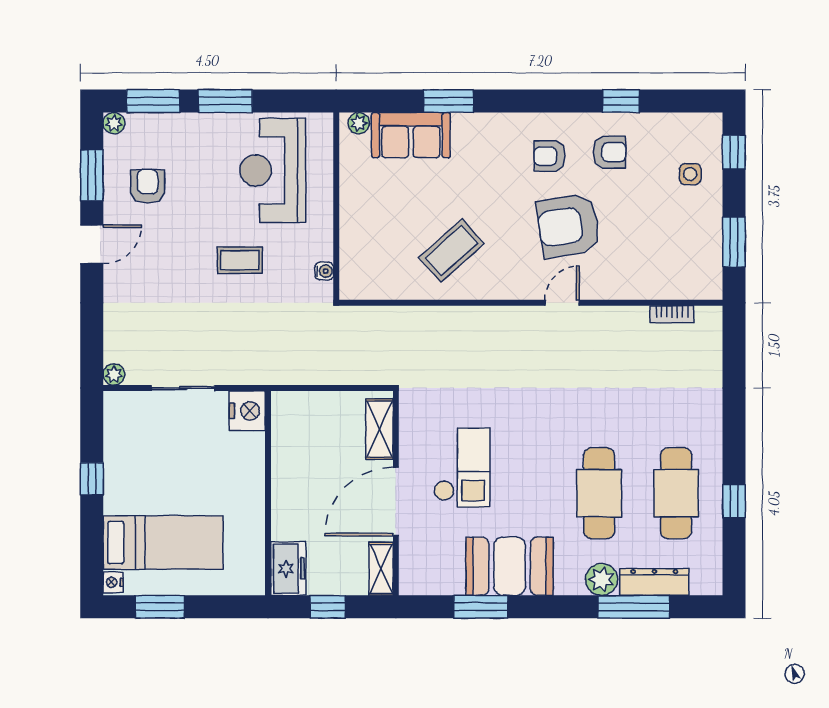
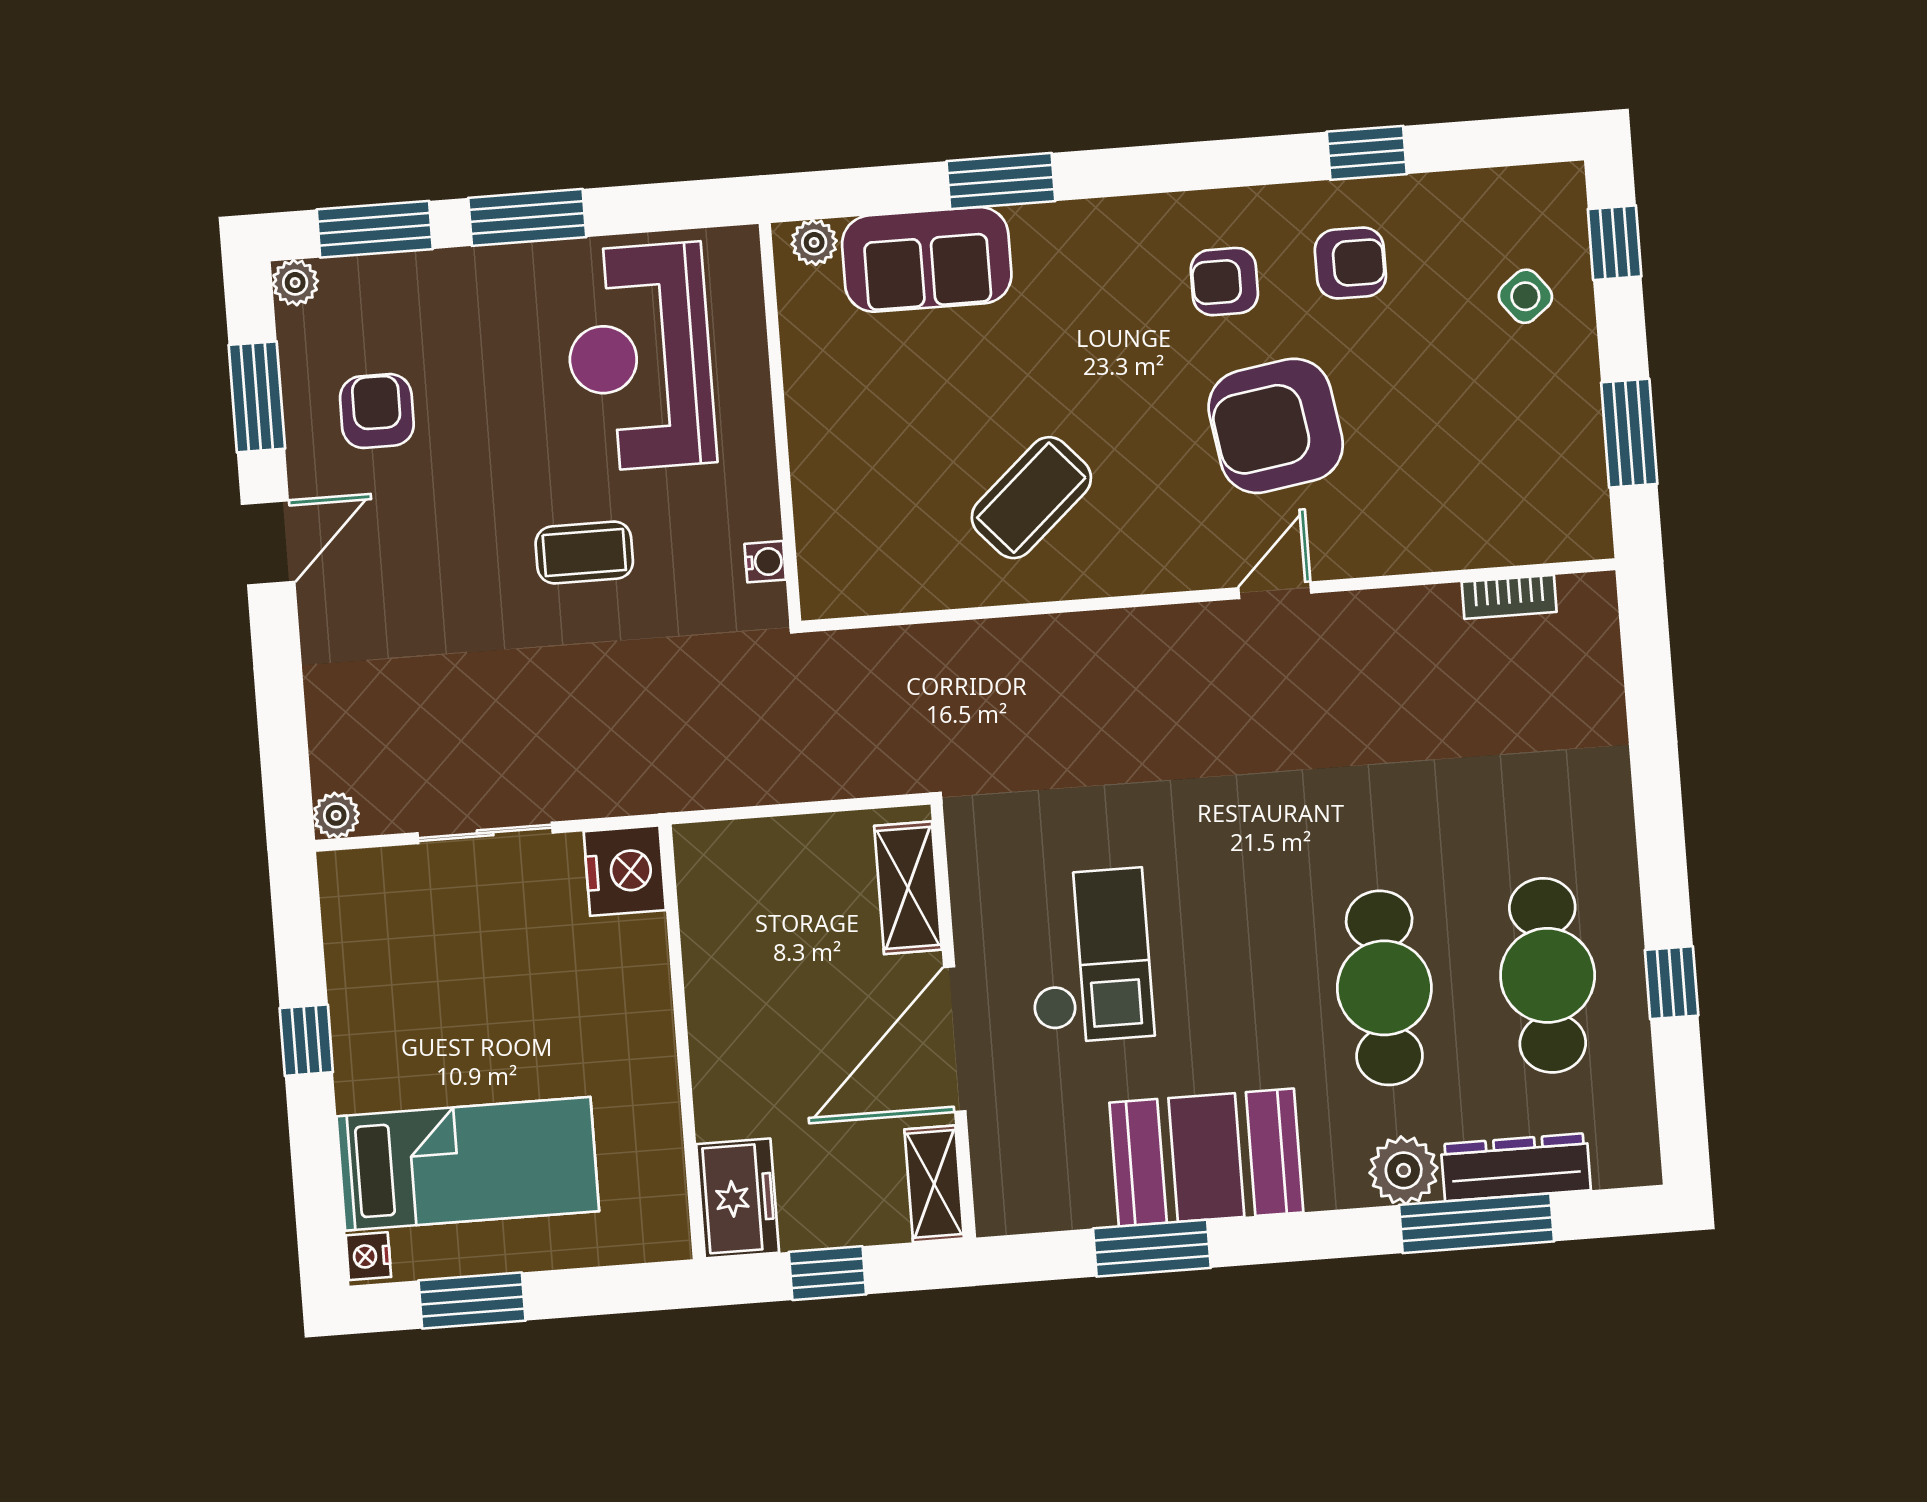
side table: (690, 174) -> (1525, 296), turned -38

